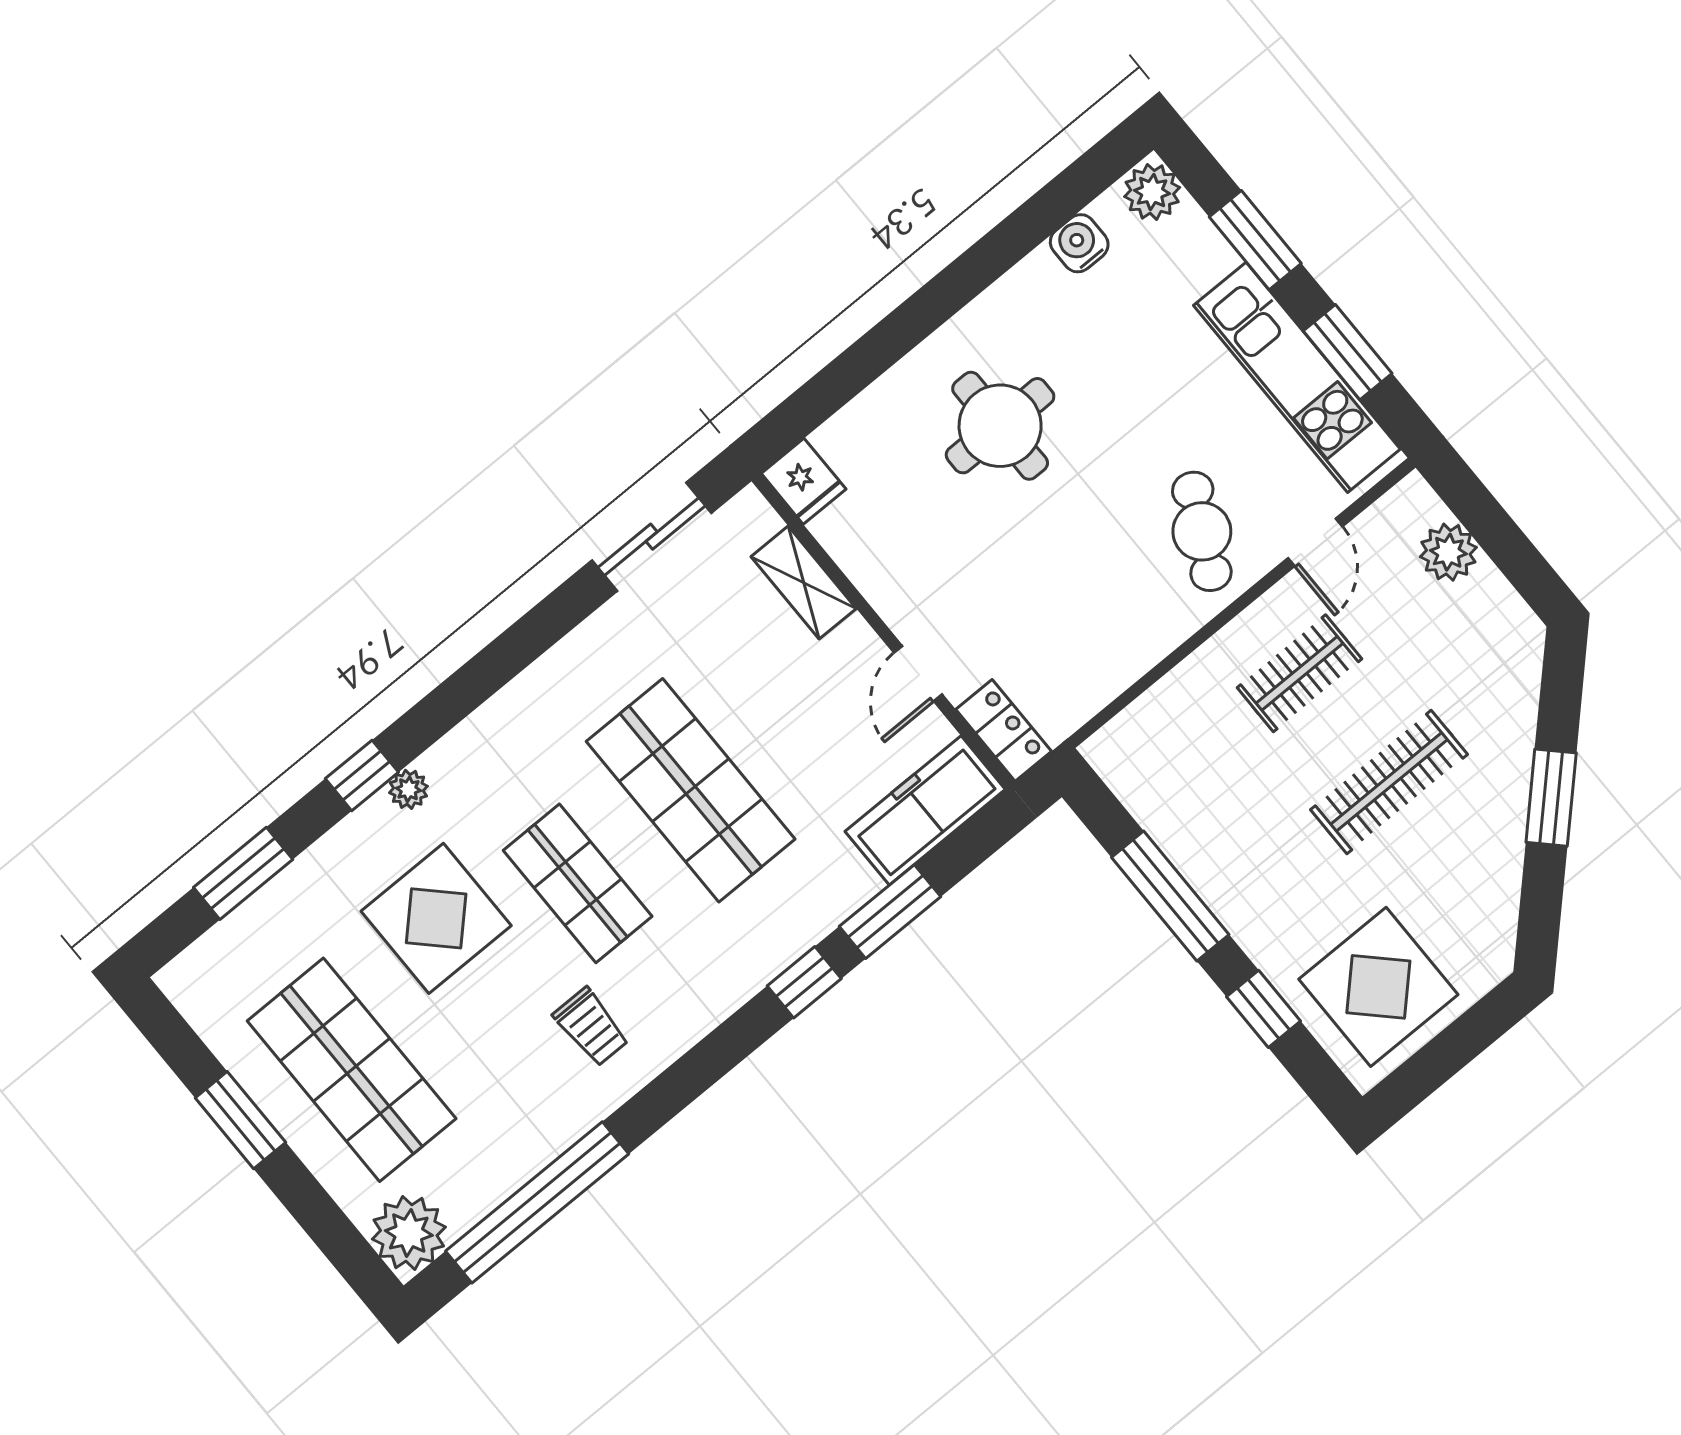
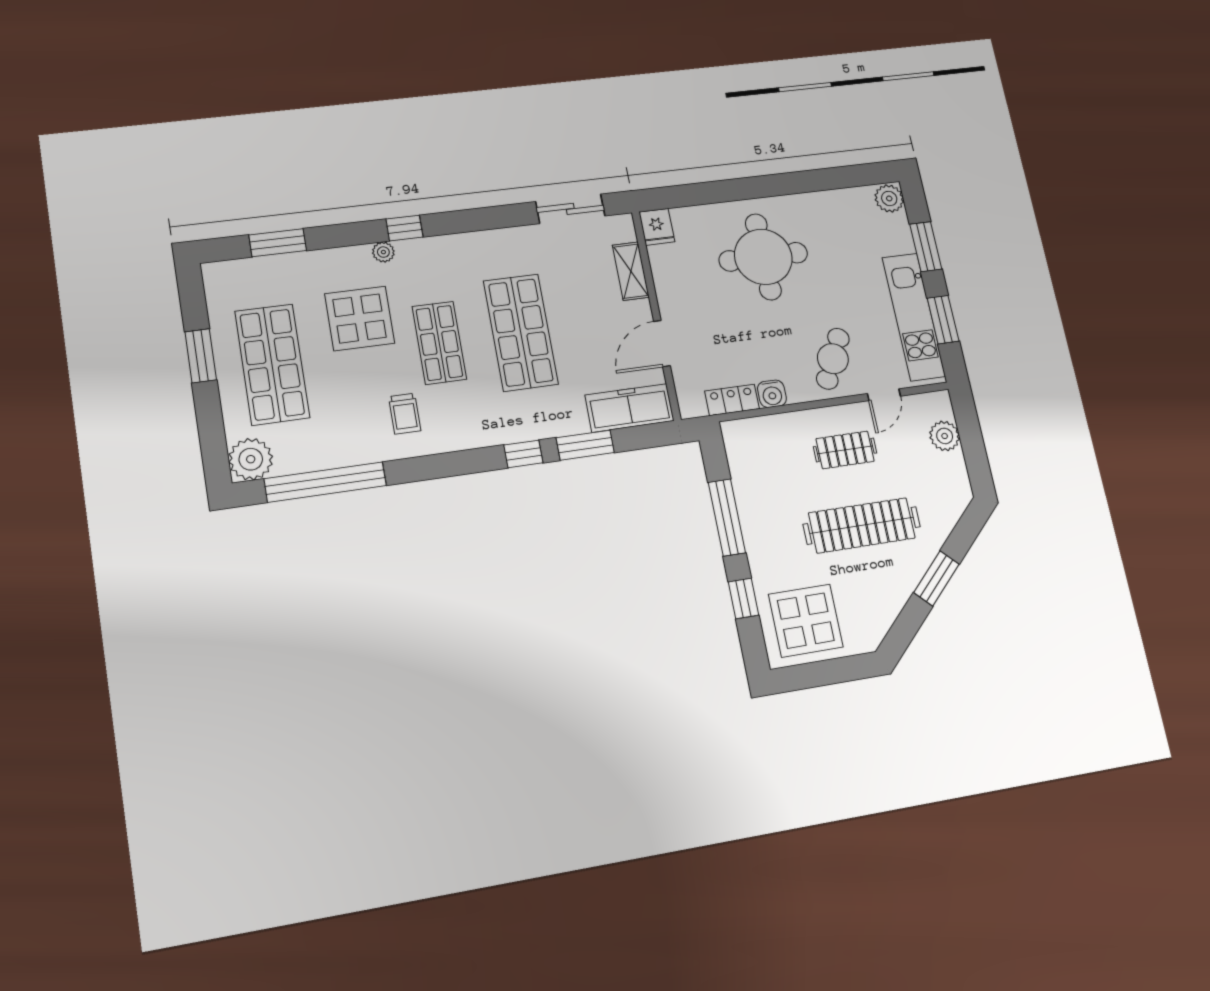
water cooler: (1079, 243) -> (772, 394), moved, turned 180
round table: (1000, 426) -> (763, 257), width x1.36, depth x1.36
door: (918, 674) -> (662, 344), width x1.38
locker: (1004, 730) -> (732, 400), moved, turned -90
window: (362, 775) -> (405, 228), moved
clothes rail: (1389, 782) -> (862, 525), width x1.37, depth x1.31

